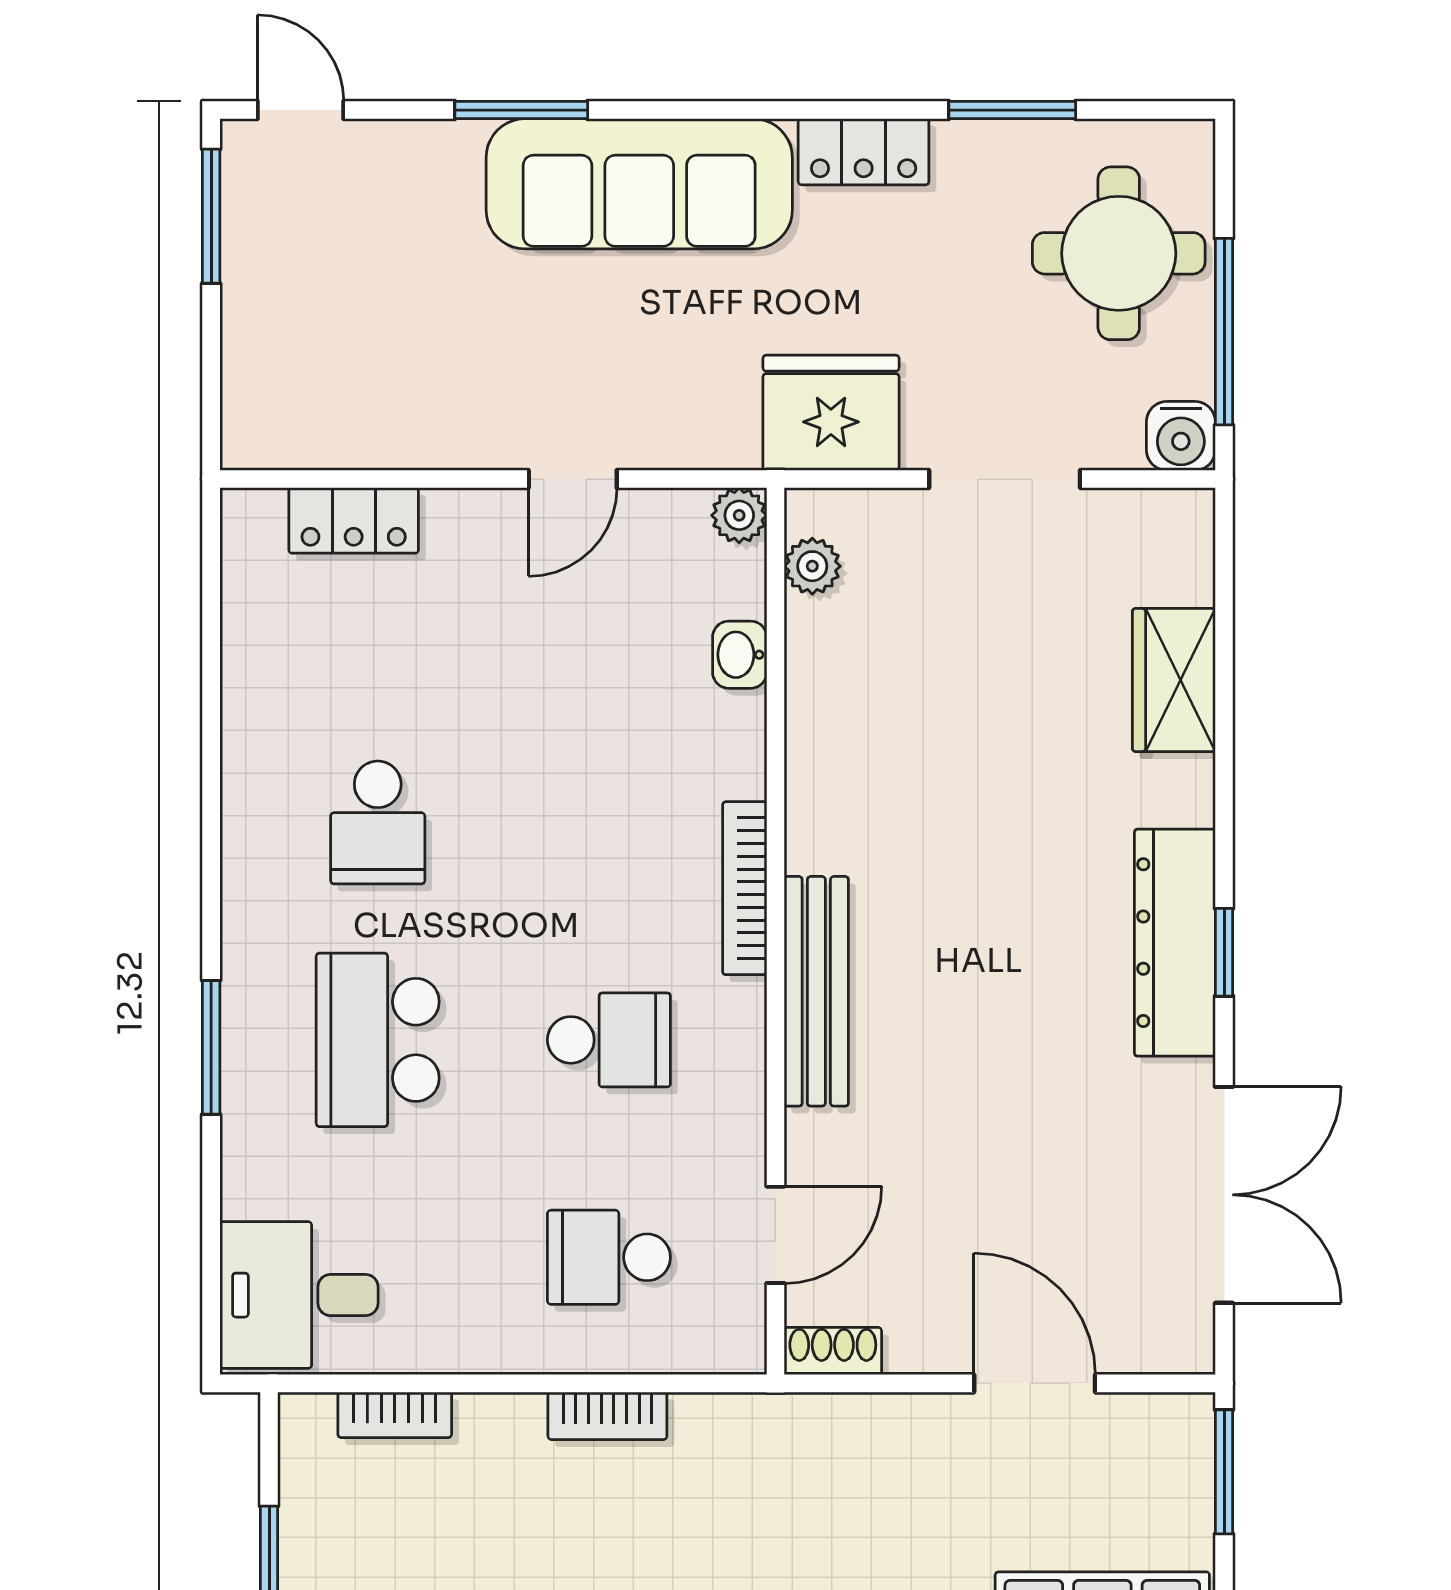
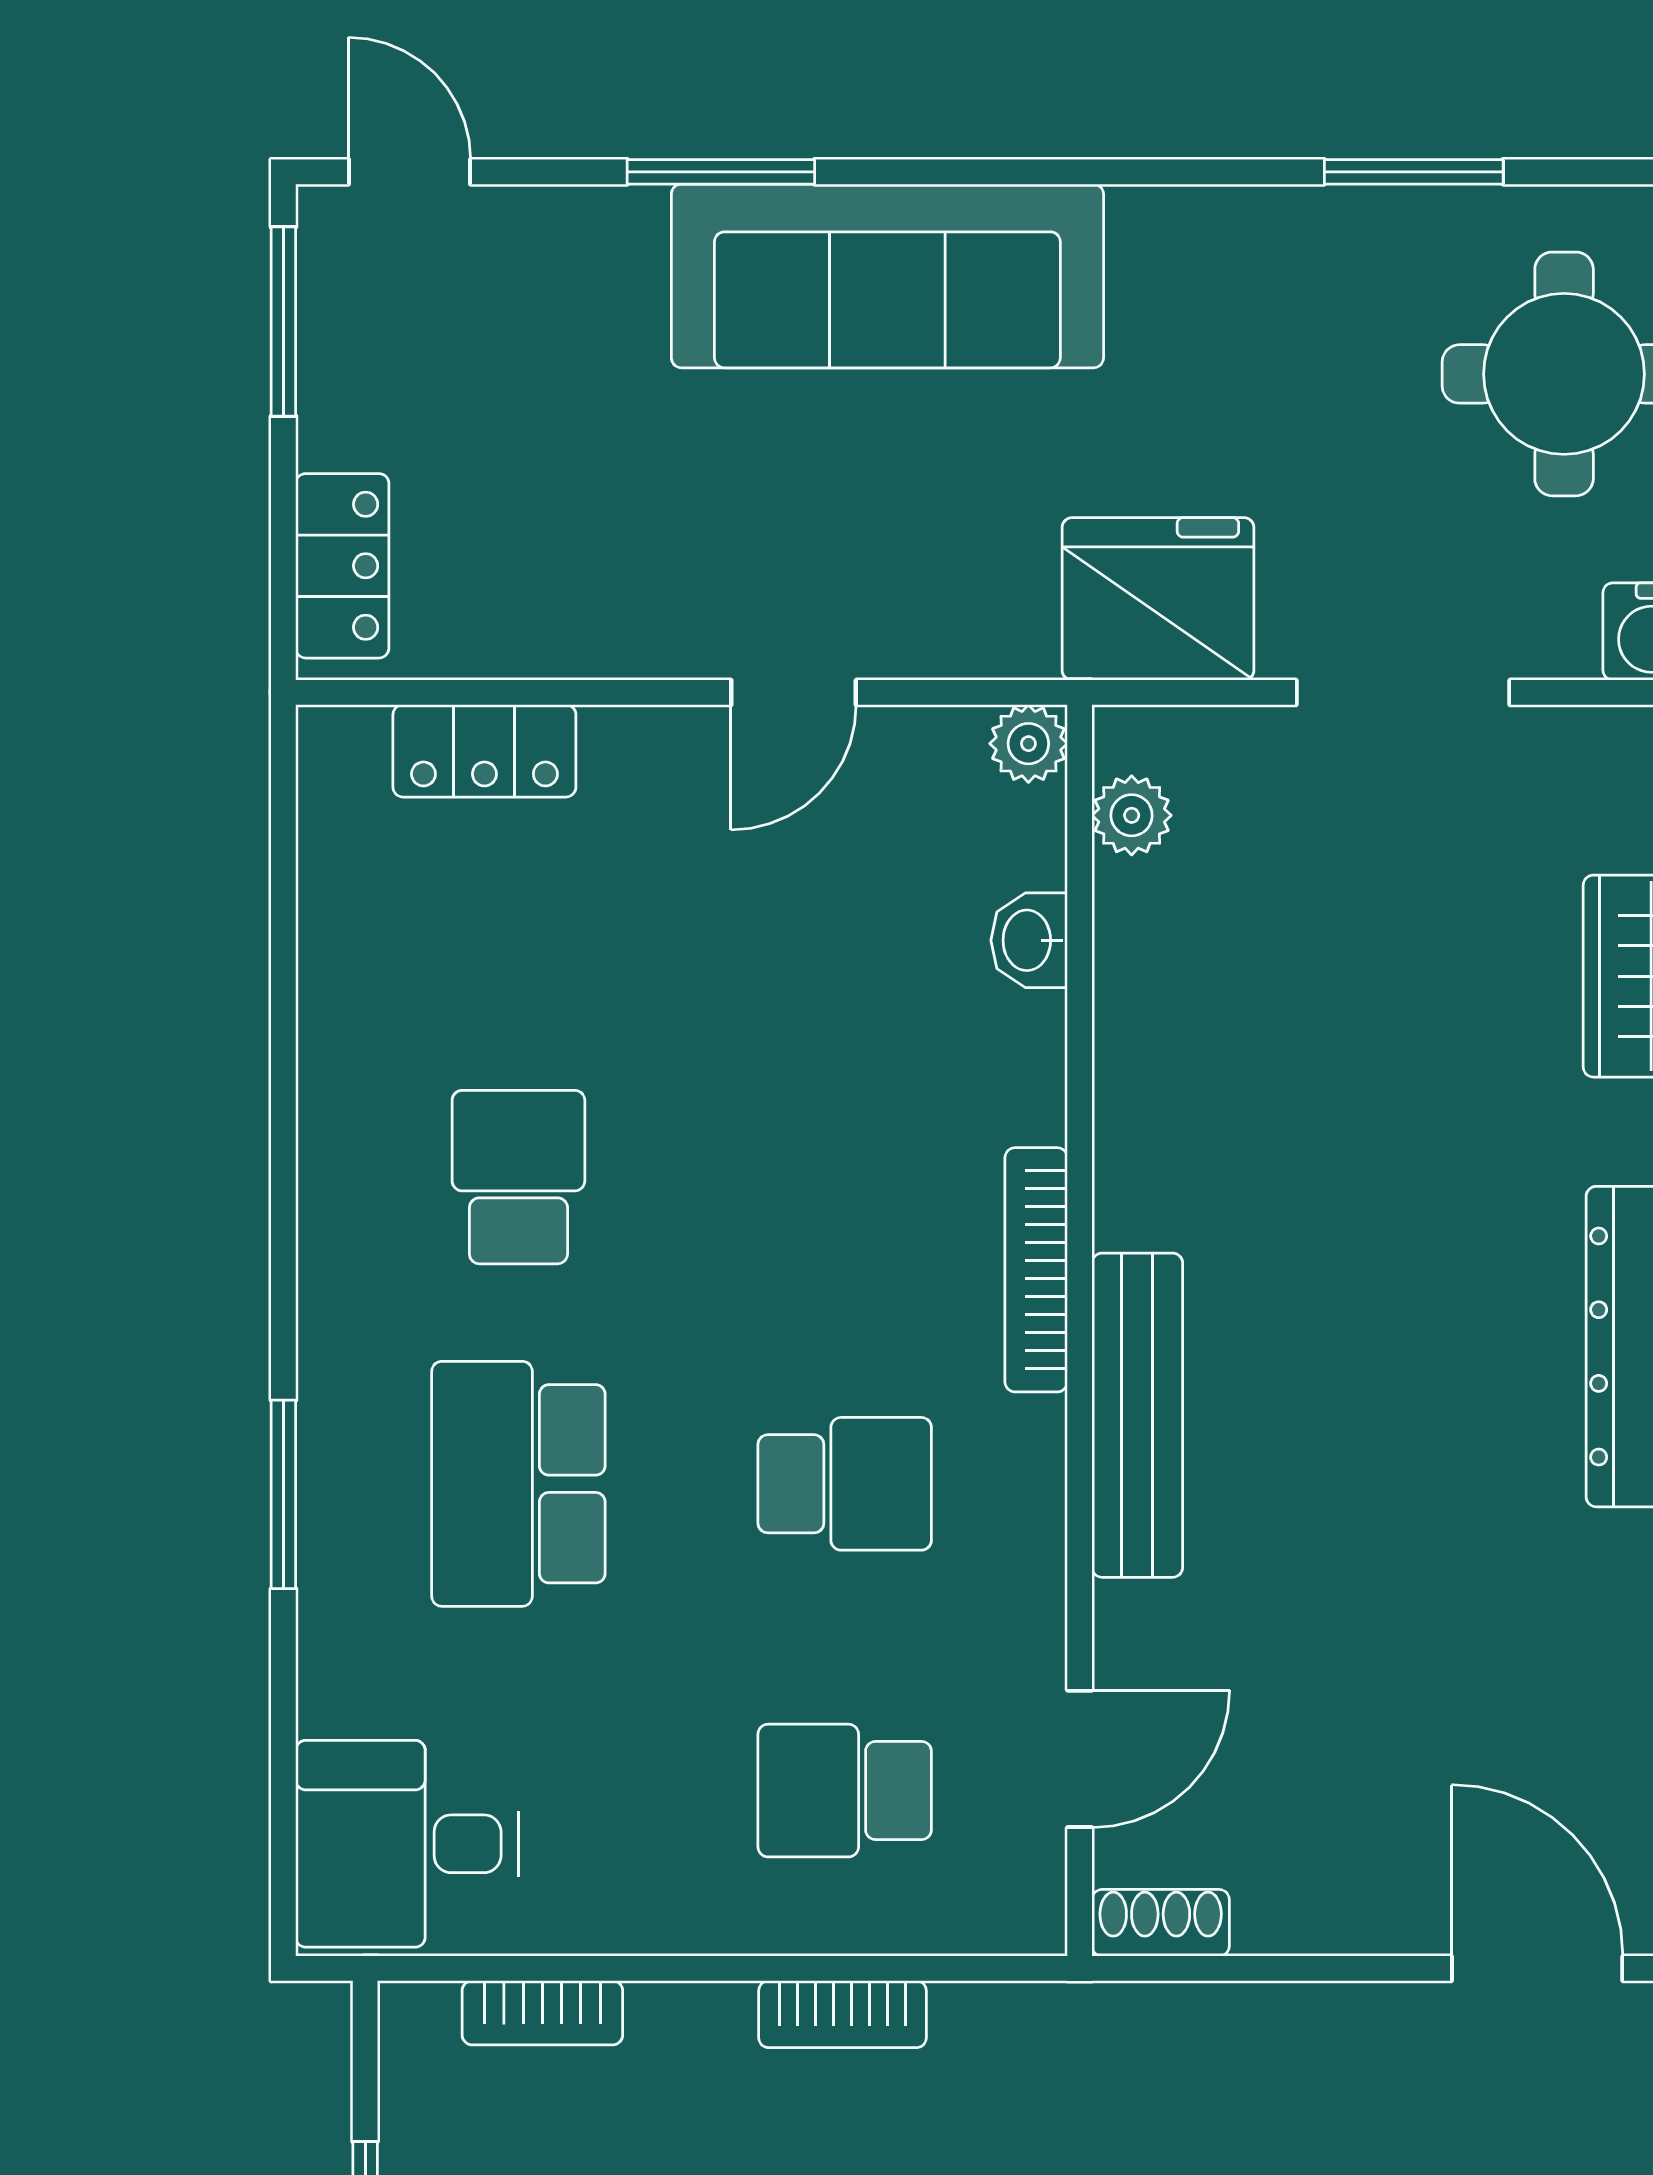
locker: (864, 152) -> (342, 566), moved, turned -90
school desk: (378, 822) -> (518, 1177), turned 180
door: (1035, 1383) -> (1537, 1968), moved

